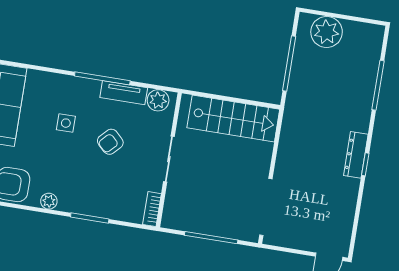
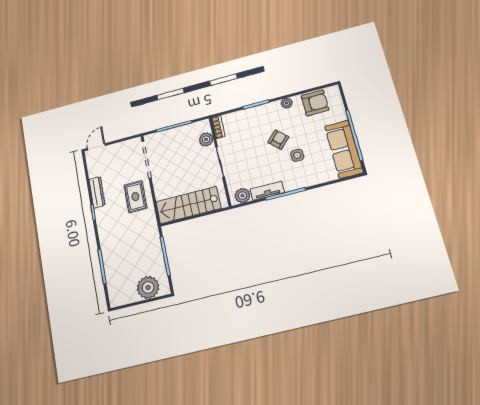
armchair: (110, 142) -> (278, 140), moved
dresser: (356, 155) -> (97, 192), moved
rug: (300, 161) -> (135, 197), added
plant: (175, 199) -> (206, 139), added

